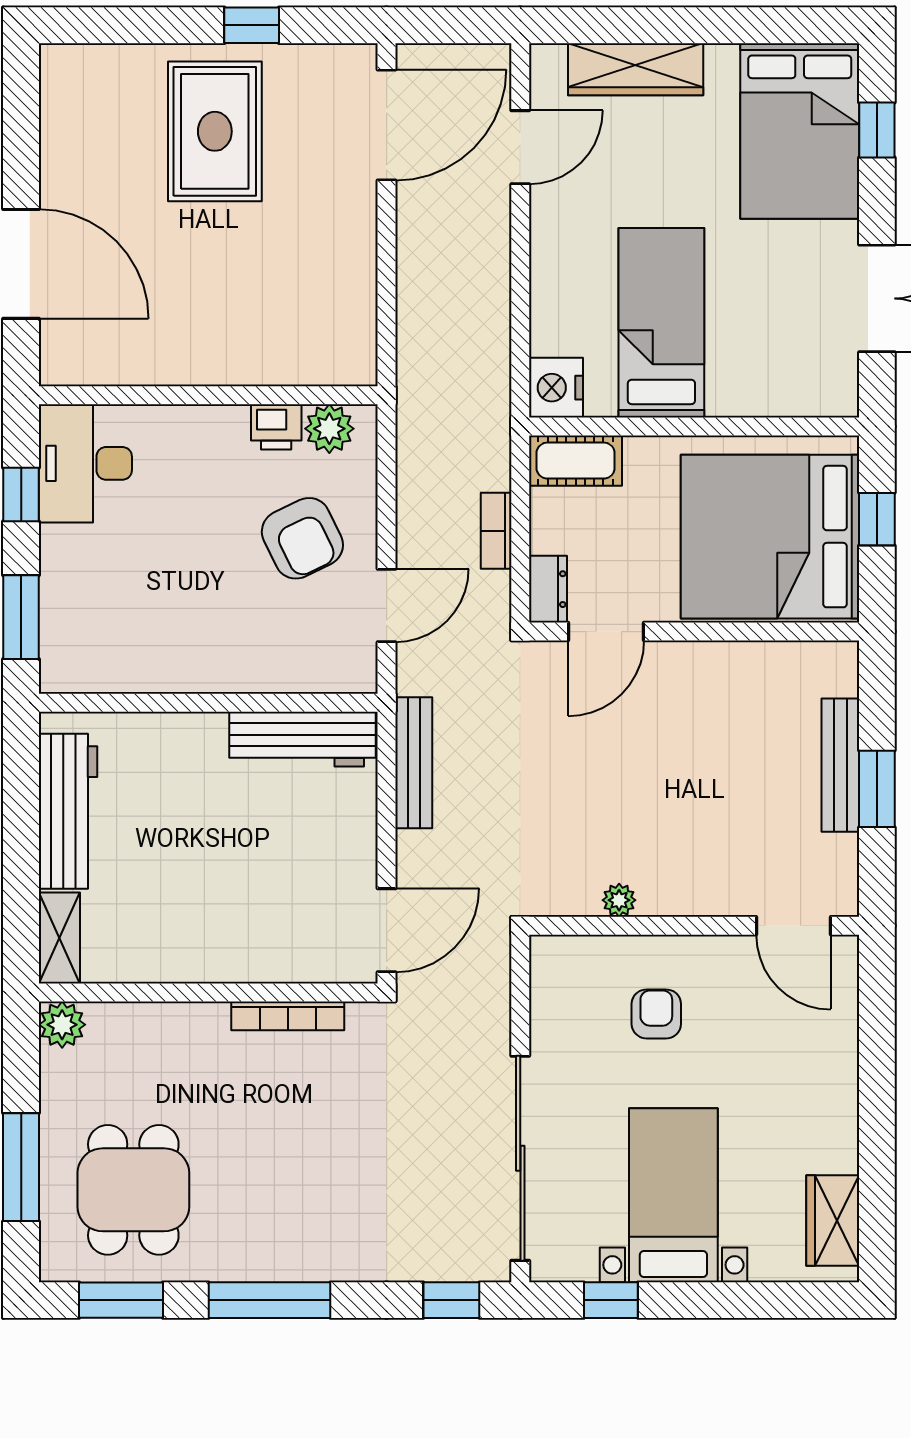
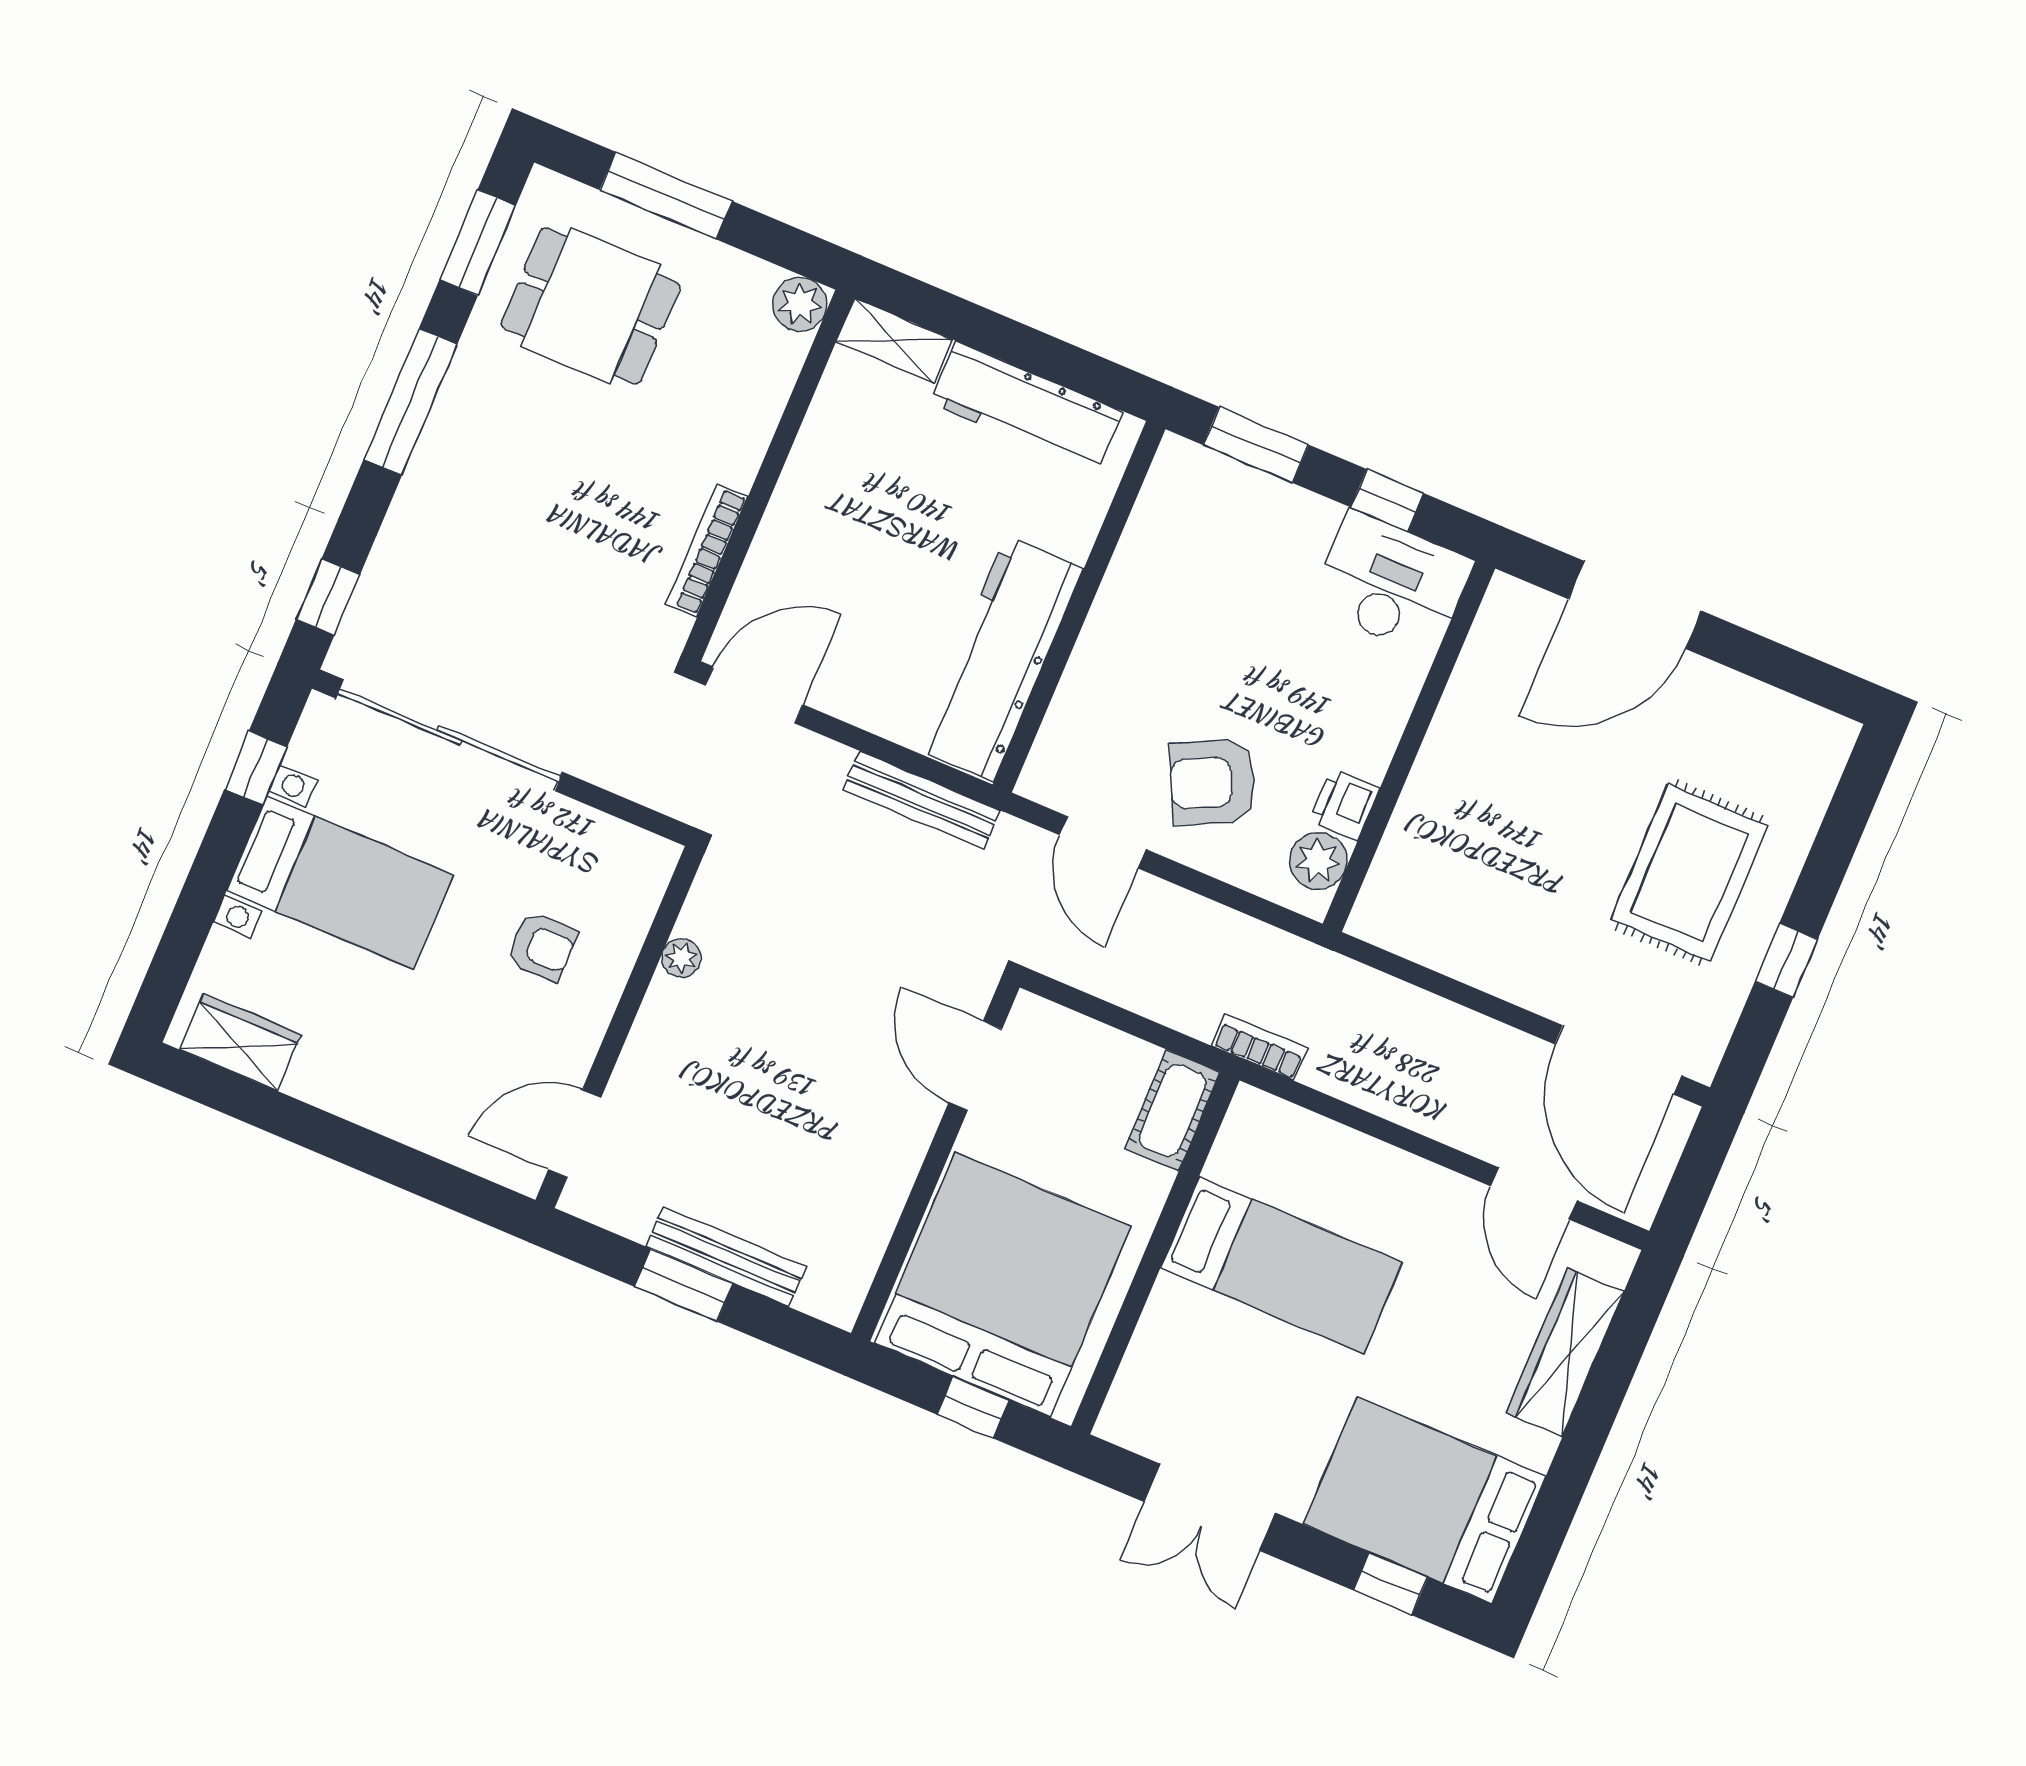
rug: (215, 131) -> (1689, 873), turned 90
nightstand: (556, 388) -> (1260, 1123), removed
bookcase: (496, 531) -> (1260, 1047), moved
dresser: (548, 589) -> (1047, 1023), removed
workbench: (302, 739) -> (1000, 659), width x1.36, depth x1.32
door: (387, 930) -> (754, 695), swing flipped

